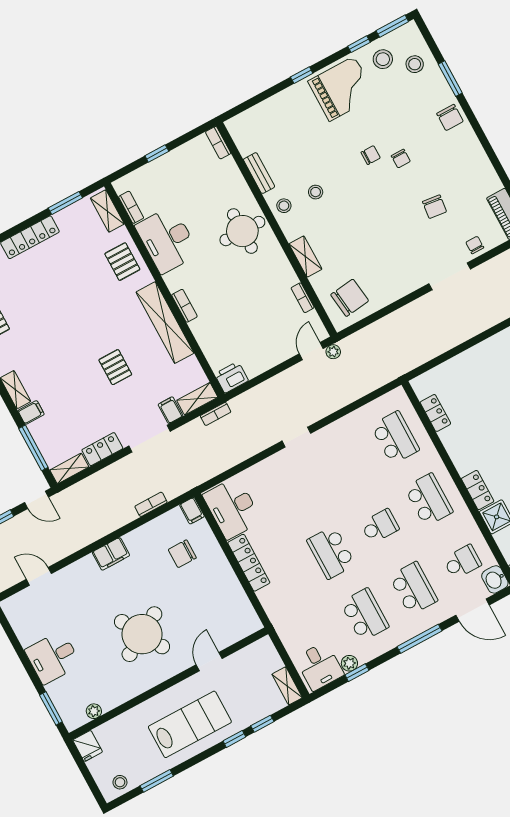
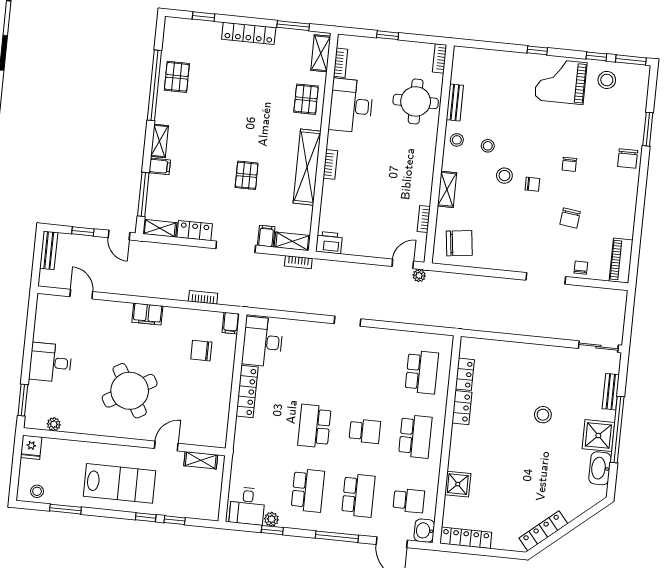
stool: (415, 64) -> (504, 176), moved
grand piano: (342, 89) -> (561, 81), turned 180
chair: (371, 155) -> (532, 184), moved
round table: (242, 231) -> (416, 101), moved
locker: (478, 490) -> (462, 408), moved
shelving: (287, 686) -> (201, 460), moved, turned 90

